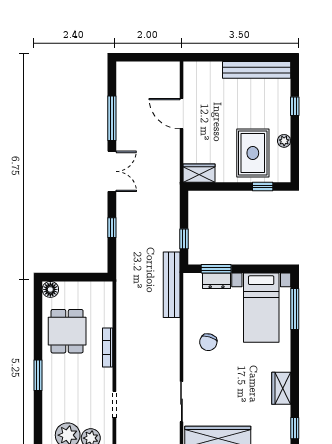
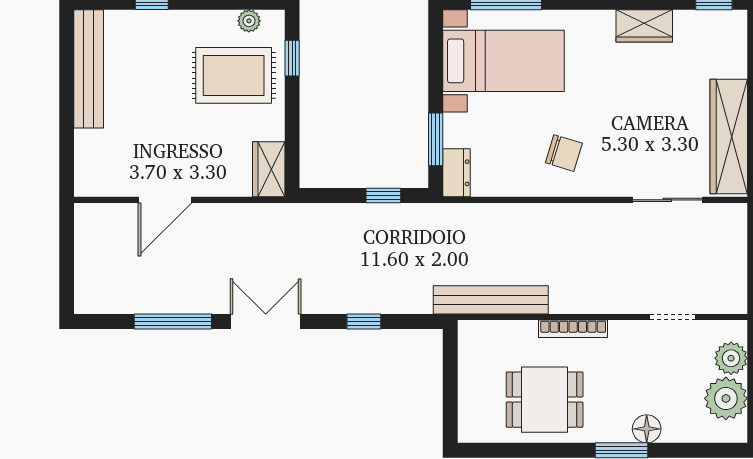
plant: (284, 141) -> (249, 21), moved
dresser: (217, 281) -> (457, 173), moved
bench: (172, 285) -> (491, 300), moved
floor lamp: (50, 289) -> (647, 429), moved

